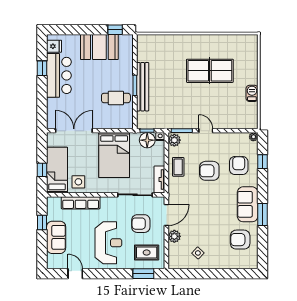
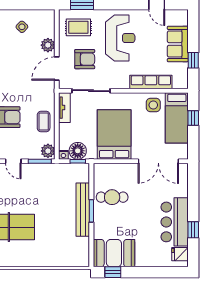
booth: (99, 47) -> (114, 253), moved
reception desk: (108, 243) -> (120, 38), turned 180

